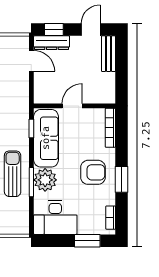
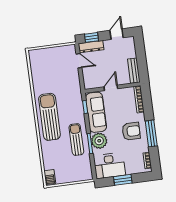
bench: (109, 54) -> (134, 71), moved
window: (122, 179) -> (151, 133), width x1.44
window: (87, 241) -> (123, 180), moved

